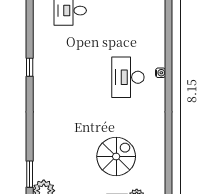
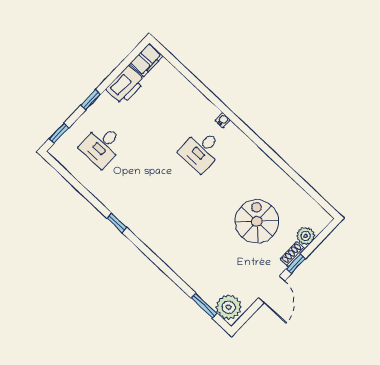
desk: (128, 77) -> (201, 150), width x0.73

